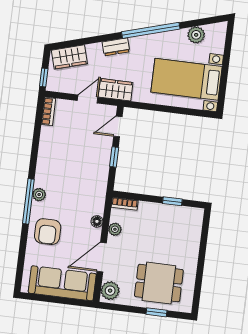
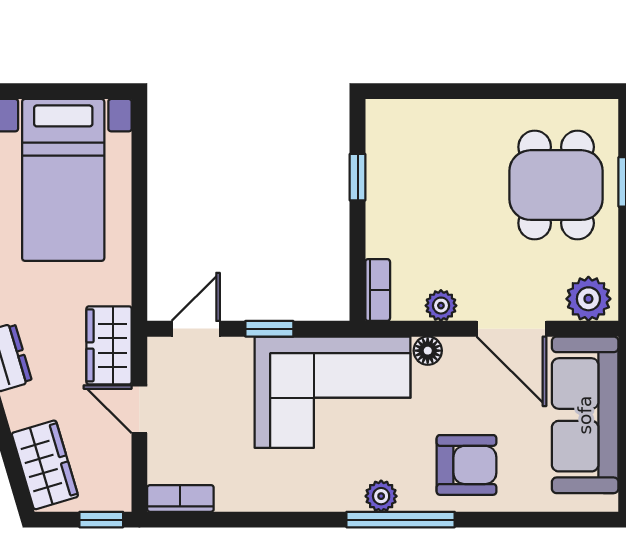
door: (118, 126) -> (196, 329), swing flipped
corner sofa: (85, 180) -> (333, 392), added

